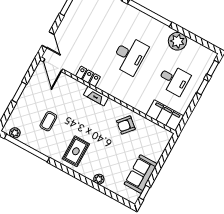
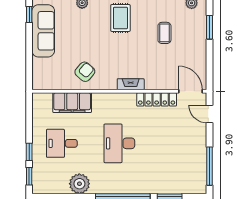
locker: (88, 76) -> (157, 99), width x1.53
window: (19, 92) -> (210, 27), moved
filing cabinet: (165, 115) -> (72, 103), moved
sofa: (141, 174) -> (43, 31), width x1.36

